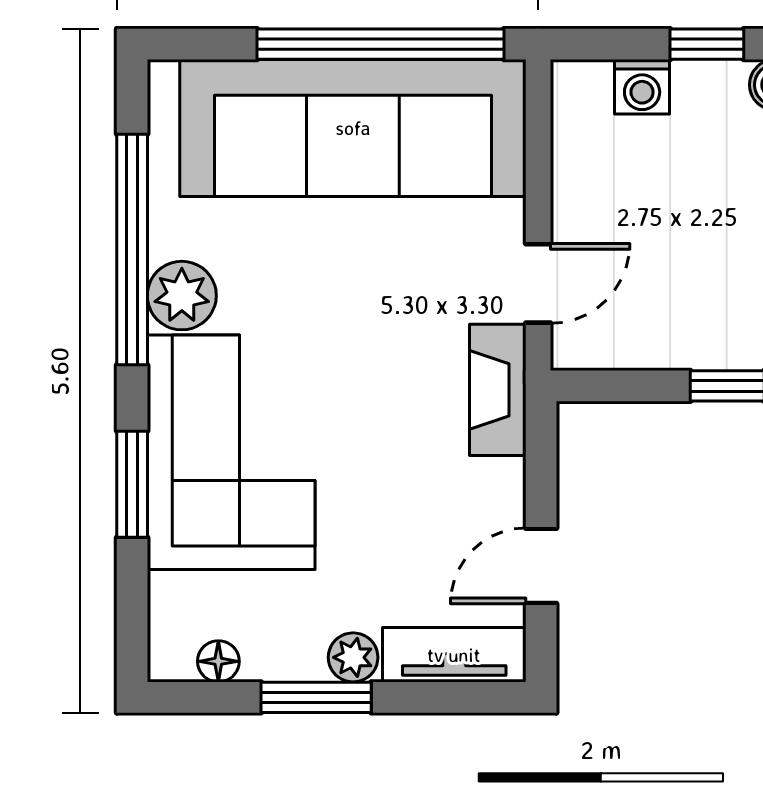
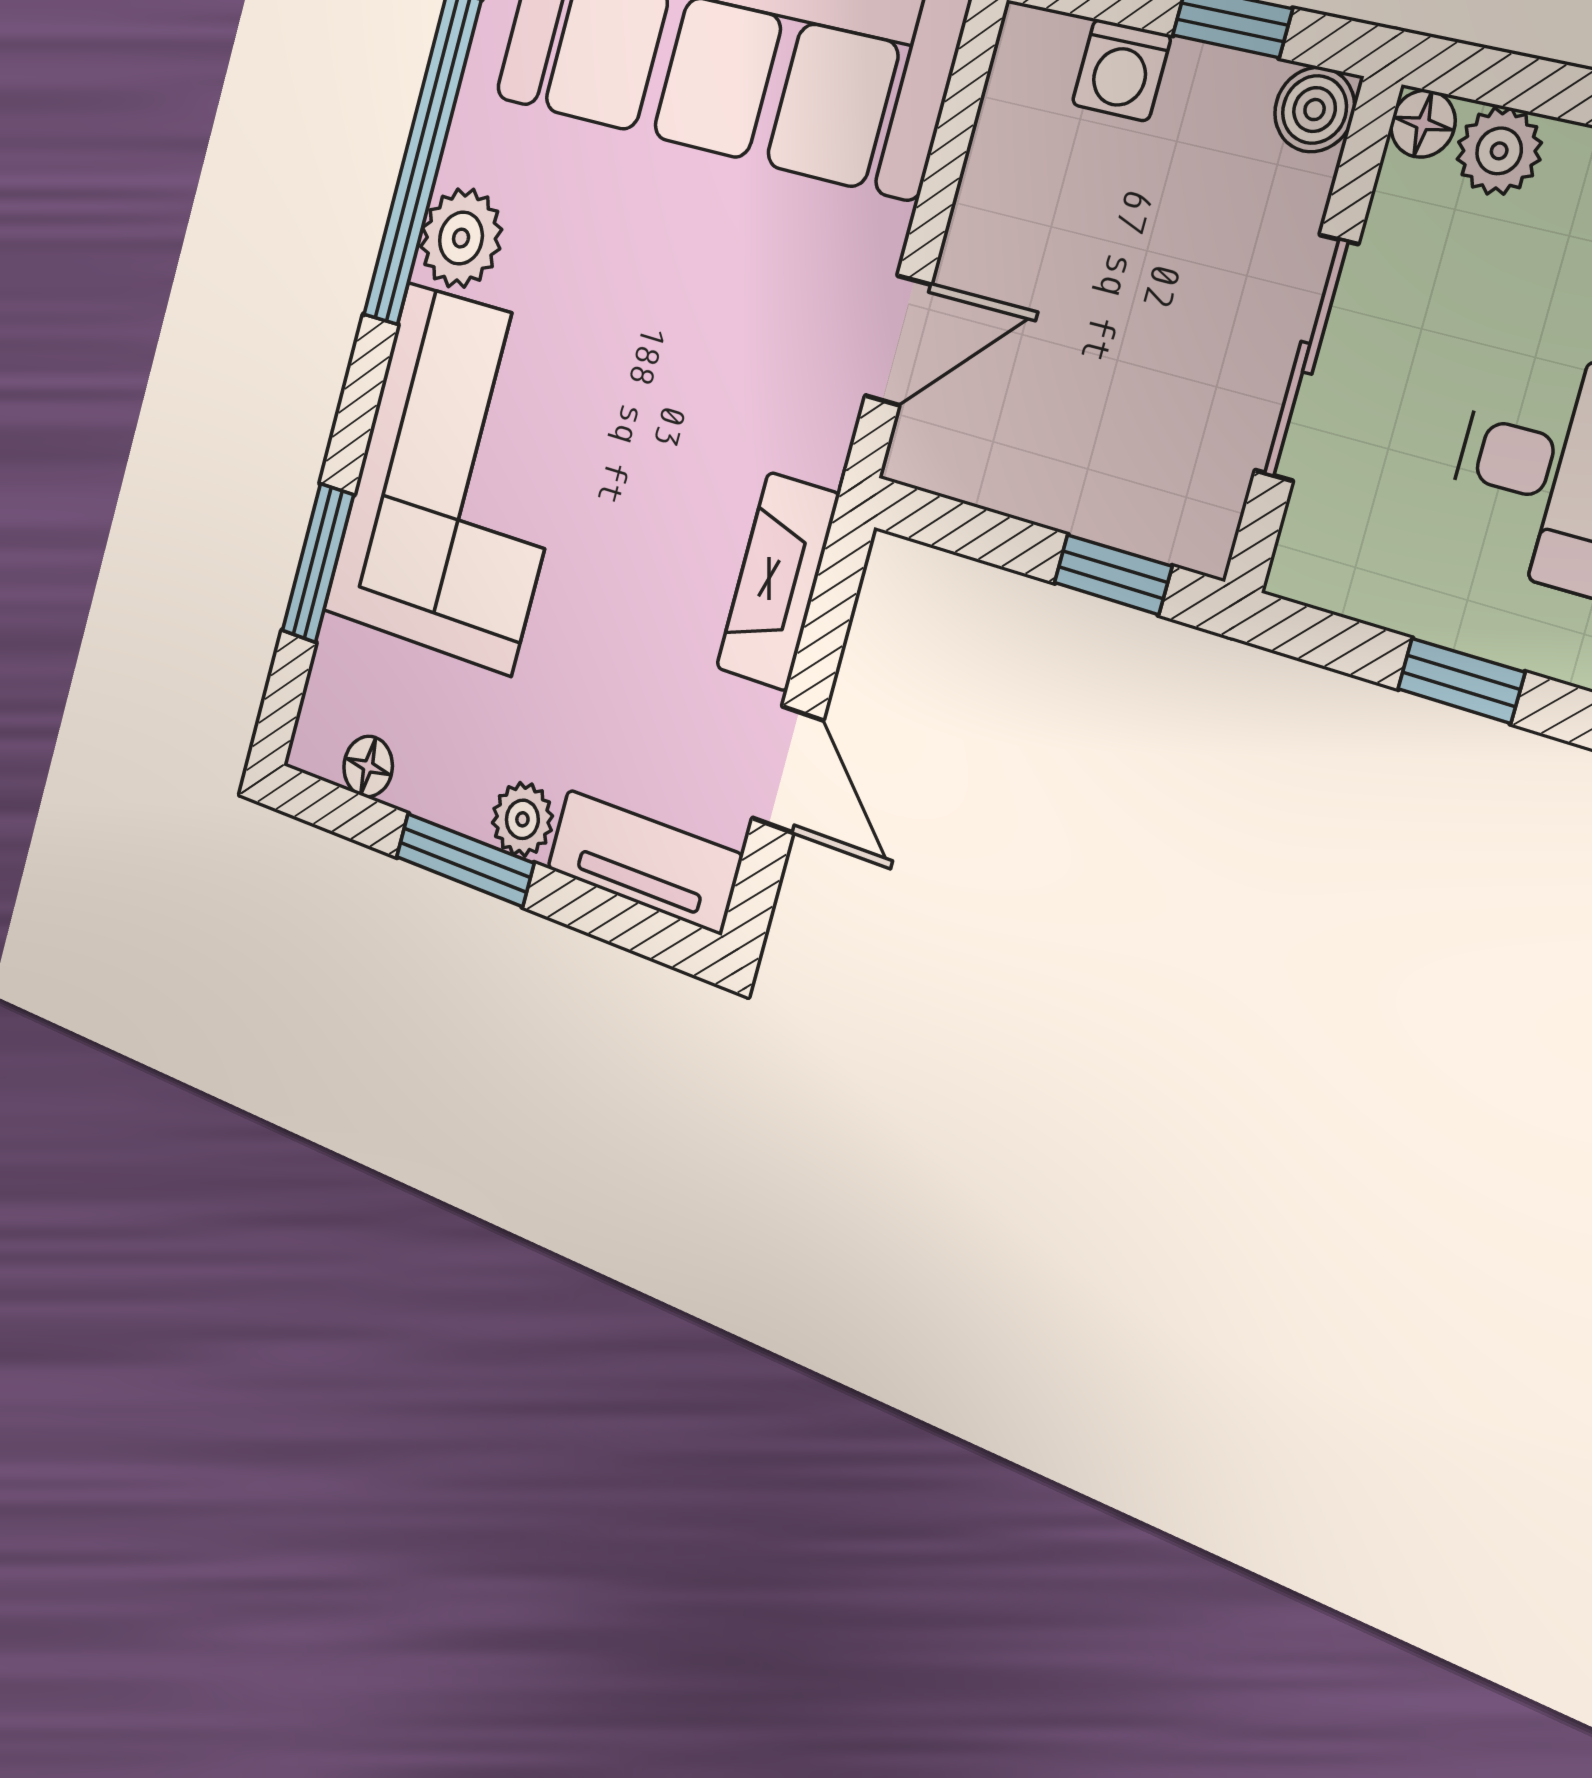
fireplace: (498, 390) -> (778, 581), moved
window: (132, 484) -> (318, 563), moved
door: (541, 566) -> (788, 769), swing flipped

